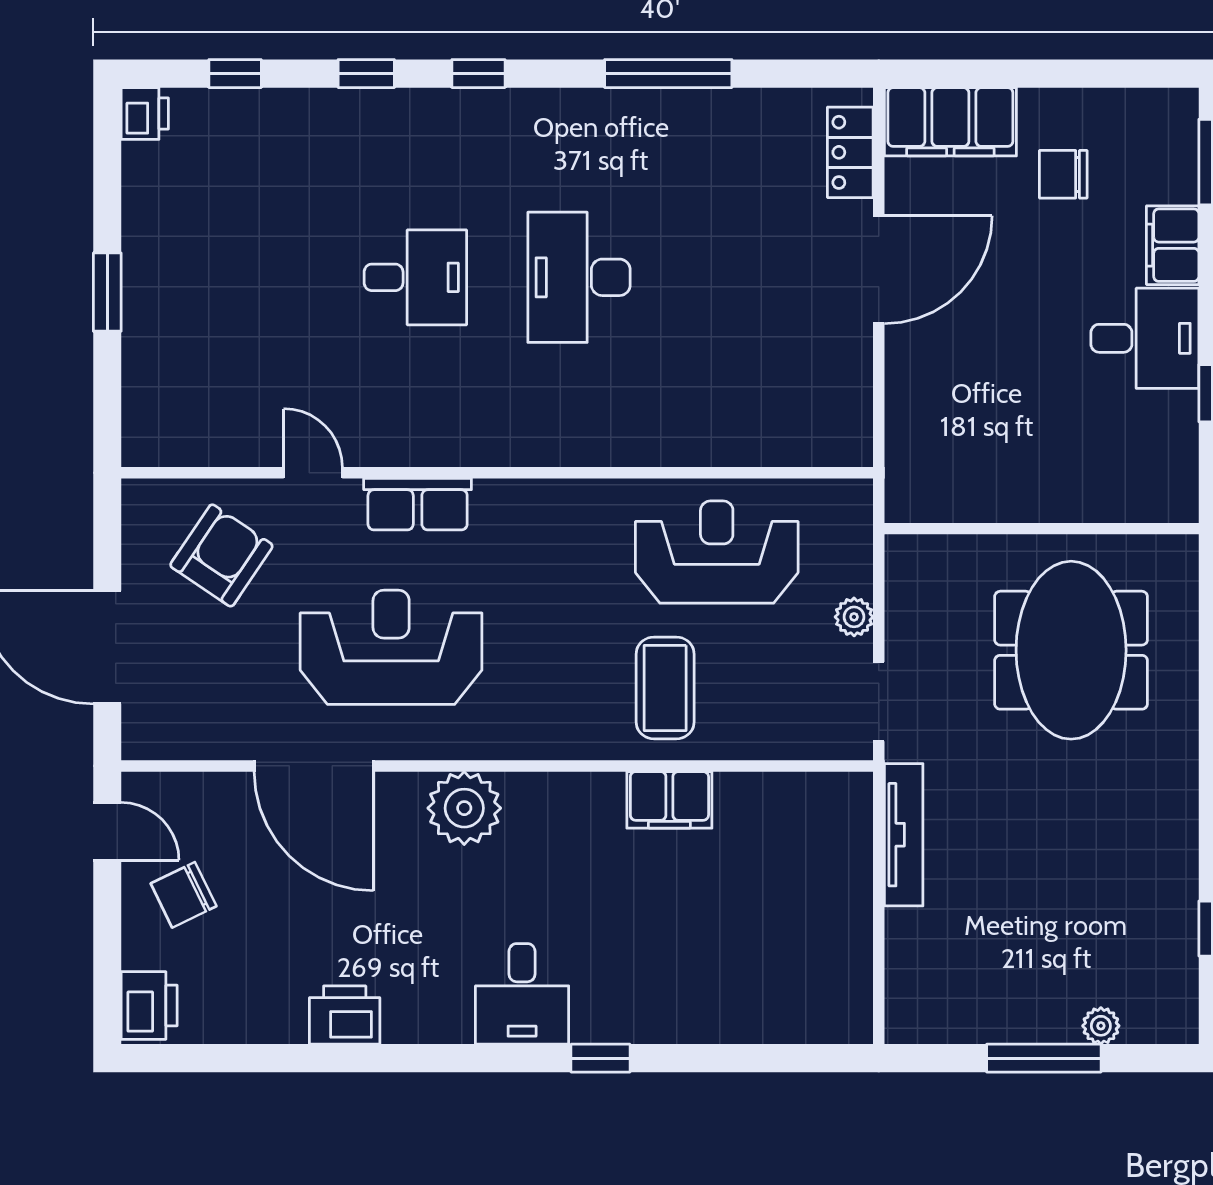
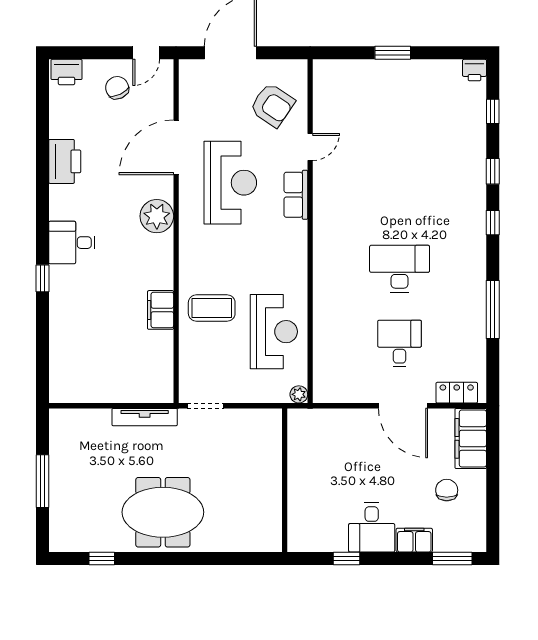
desk: (415, 277) -> (400, 344), moved, turned 180
plant: (854, 617) -> (299, 394), moved
meeting table: (1071, 650) -> (163, 512), moved
printer: (345, 1015) -> (65, 161), width x1.37, depth x1.19
plant: (1101, 1026) -> (57, 507), removed

